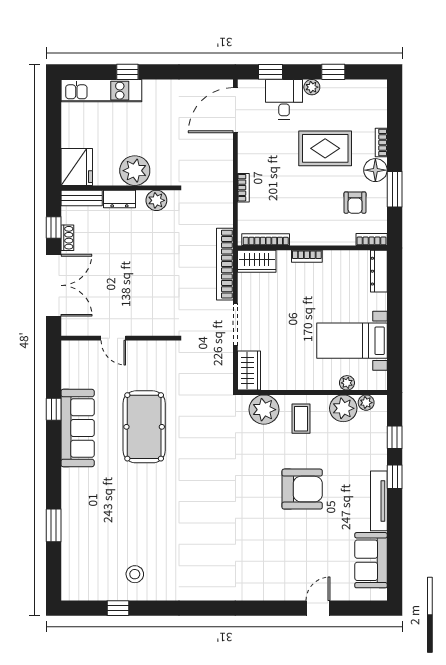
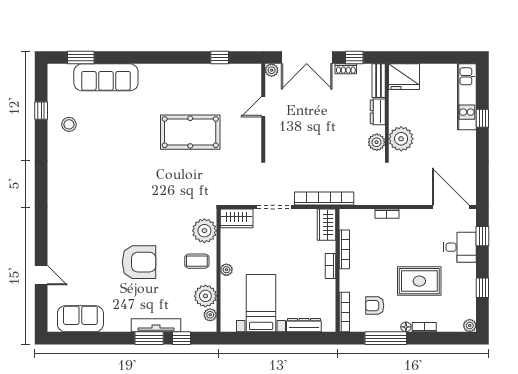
plant: (312, 87) -> (470, 326), moved
rug: (325, 148) -> (419, 281), turned 90
floor lamp: (375, 170) -> (406, 327), width x0.53, depth x0.53
plant: (135, 171) -> (401, 139), moved
window: (395, 189) -> (386, 338), width x1.44
bookcase: (372, 239) -> (344, 312), width x1.56
bookcase: (266, 240) -> (344, 249), moved
dresser: (379, 271) -> (304, 325), moved
plant: (69, 328) -> (272, 70), added
plant: (347, 383) -> (226, 270), moved
window: (54, 409) -> (220, 58), moved
sofa: (78, 428) -> (106, 77), moved
window: (395, 477) -> (149, 338), width x1.50
armchair: (302, 489) -> (139, 262), turned -90
tv unit: (379, 501) -> (156, 325), moved
window: (54, 525) -> (81, 58), moved

